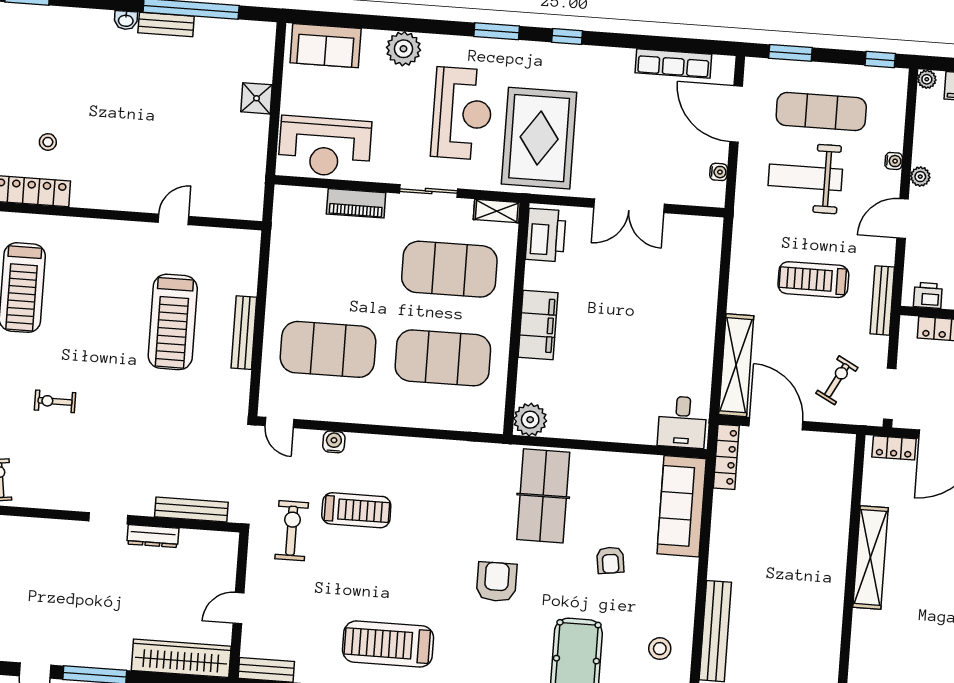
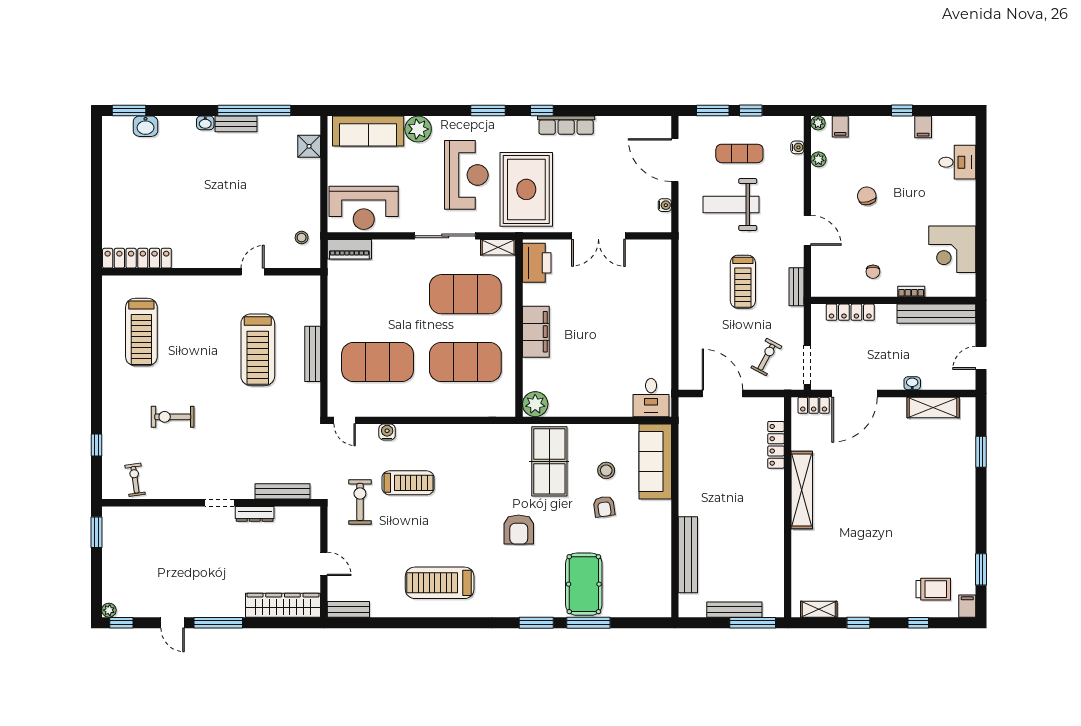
washbasin: (47, 19) -> (145, 126), added
sofa: (326, 46) -> (368, 131), width x1.36
window: (880, 59) -> (751, 111), moved
row of seats: (673, 63) -> (566, 125), moved
shower: (257, 98) -> (309, 146), moved
exercise mat: (821, 112) -> (739, 153), width x0.73, depth x0.69
stool: (48, 142) -> (302, 238), moved
water cooler: (894, 161) -> (797, 147), moved
plant: (920, 177) -> (818, 159), moved
sliding door: (429, 191) -> (445, 236), width x1.37
piano: (356, 203) -> (349, 249), moved
door: (903, 219) -> (807, 230), swing flipped
treadmill: (813, 280) -> (743, 282), turned -90
printer: (928, 295) -> (831, 287), removed
bench: (882, 300) -> (796, 287), width x0.73
shelving: (736, 365) -> (689, 351), removed
exercise bike: (55, 401) -> (173, 417), width x1.38, depth x1.39
locker: (726, 457) -> (776, 445), moved, turned 180
armchair: (497, 582) -> (519, 529), turned 180
door: (239, 608) -> (324, 564), swing flipped
stool: (660, 649) -> (606, 470), moved

